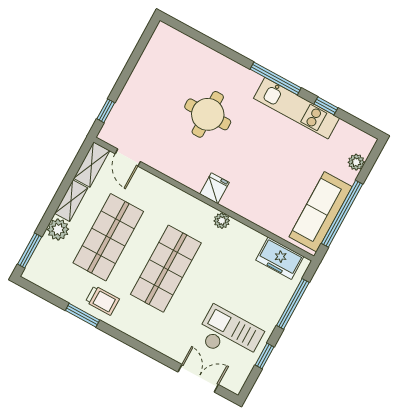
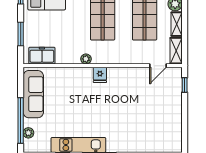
round table: (208, 114) -> (126, 114), removed
door: (128, 158) -> (158, 66), swing flipped
window: (342, 214) -> (21, 120), moved
window: (293, 304) -> (21, 34), width x0.69

